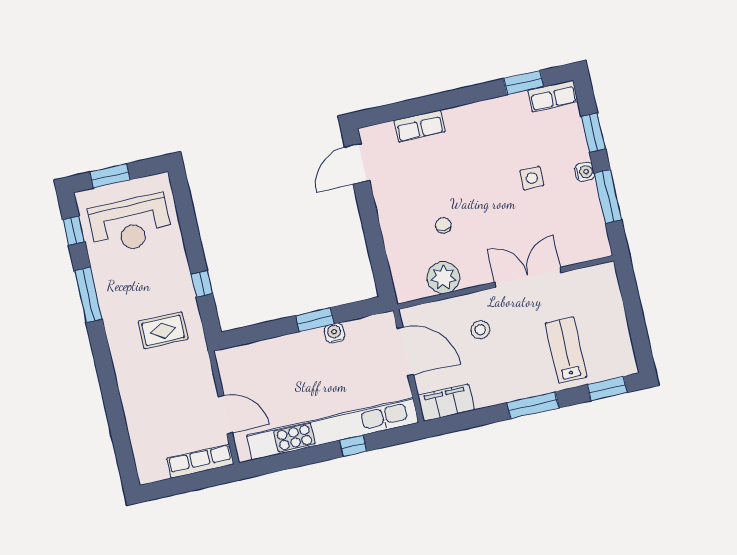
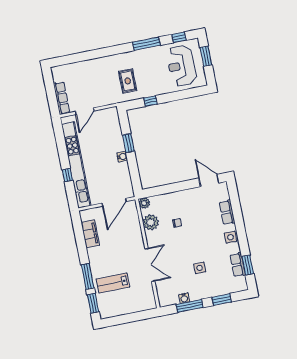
row of seats: (553, 96) -> (238, 265), moved
side table: (469, 118) -> (231, 237), added
water cooler: (585, 172) -> (184, 298), moved
plant: (405, 291) -> (144, 203), added
window: (315, 320) -> (128, 143), moved
stool: (480, 330) -> (124, 240), removed
water cooler: (334, 333) -> (122, 157), moved
lab bench: (566, 350) -> (113, 283), turned 180
filing cabinet: (446, 403) -> (90, 234), moved
window: (533, 405) -> (88, 276), moved

